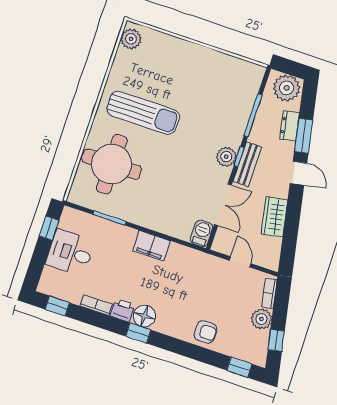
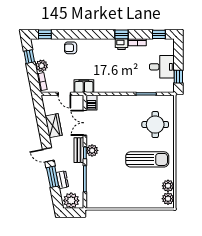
plant: (124, 59) -> (168, 186), added
sun lounger: (143, 113) -> (147, 159), turned 180
round table: (112, 164) -> (155, 125), width x0.73, depth x0.73
filing cabinet: (151, 246) -> (84, 86), moved
floor lamp: (144, 316) -> (108, 45), removed
window: (138, 333) -> (122, 34), moved

